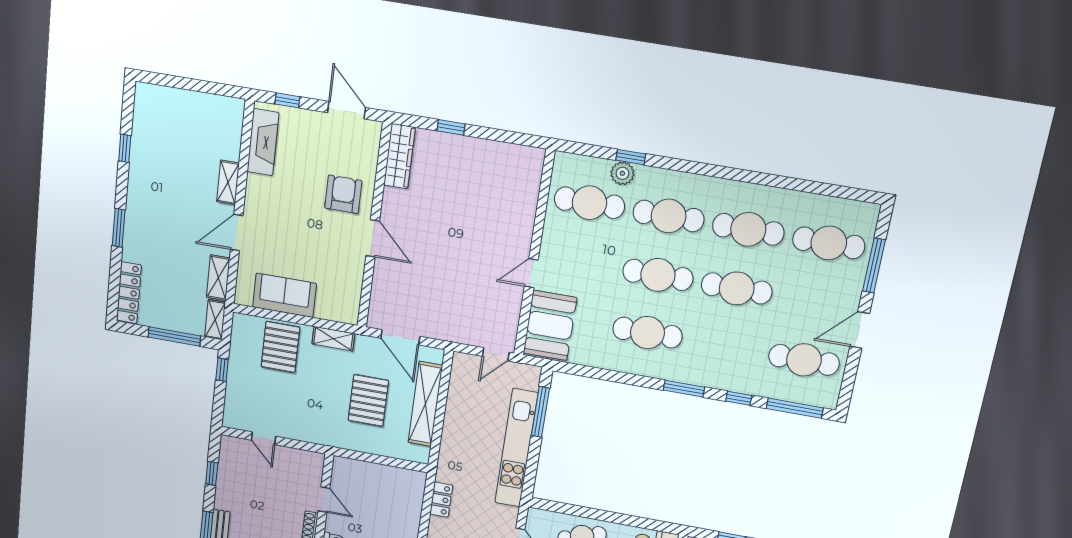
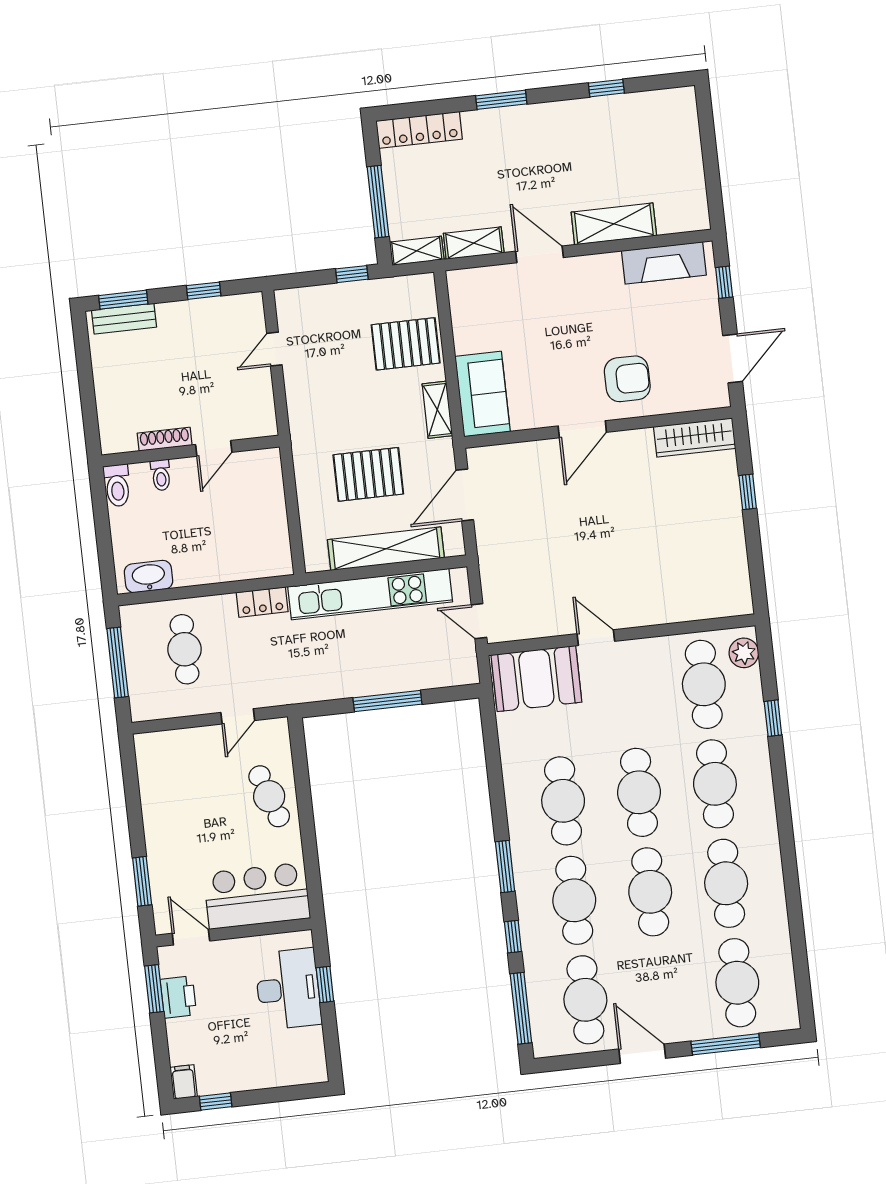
plant: (622, 173) -> (744, 653), moved
shelving: (228, 182) -> (614, 224), width x1.50, depth x1.33
sofa: (285, 295) -> (483, 394), moved
cafe table: (725, 346) -> (574, 900), added
window: (540, 412) -> (387, 701), moved
kitchen unit: (516, 448) -> (370, 594), moved, turned 180

